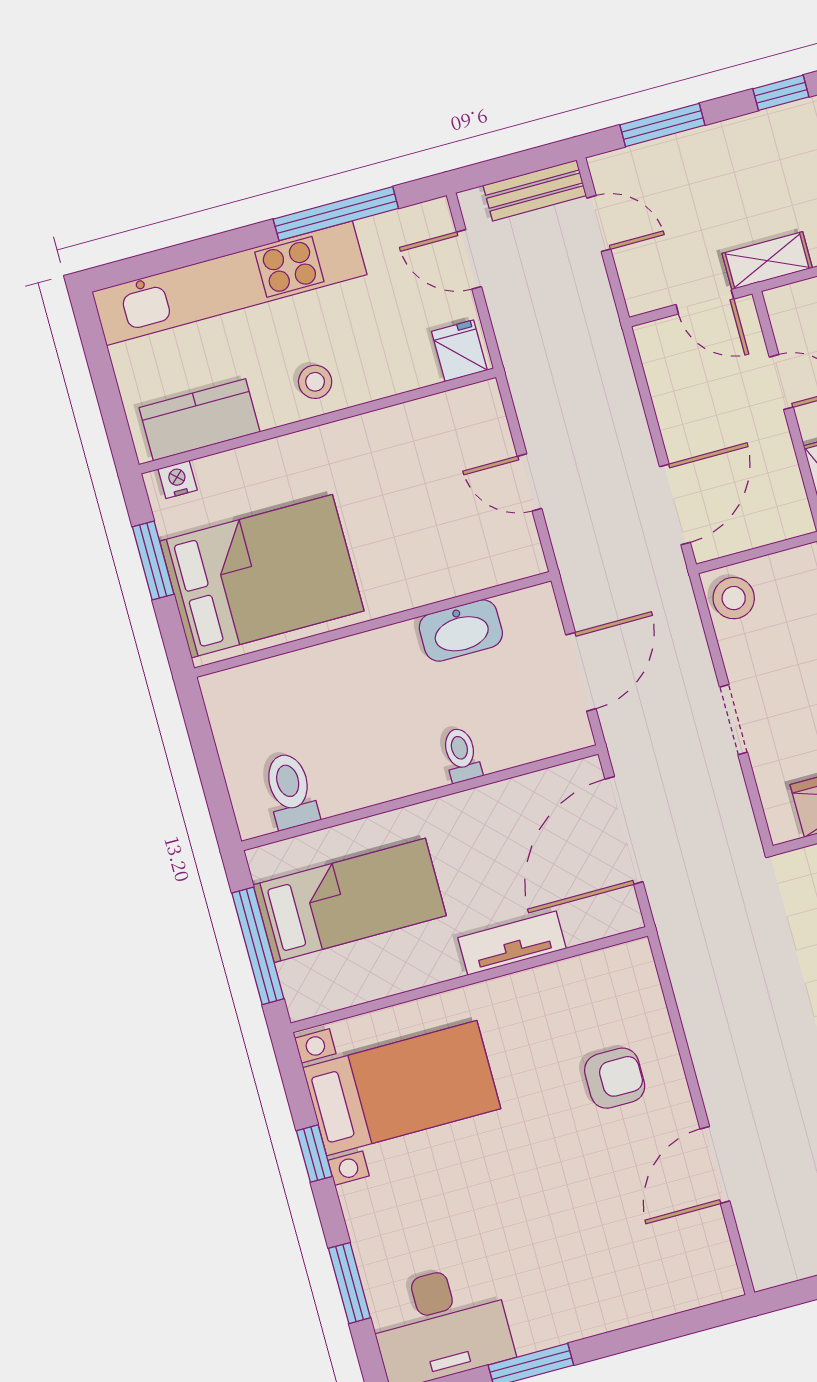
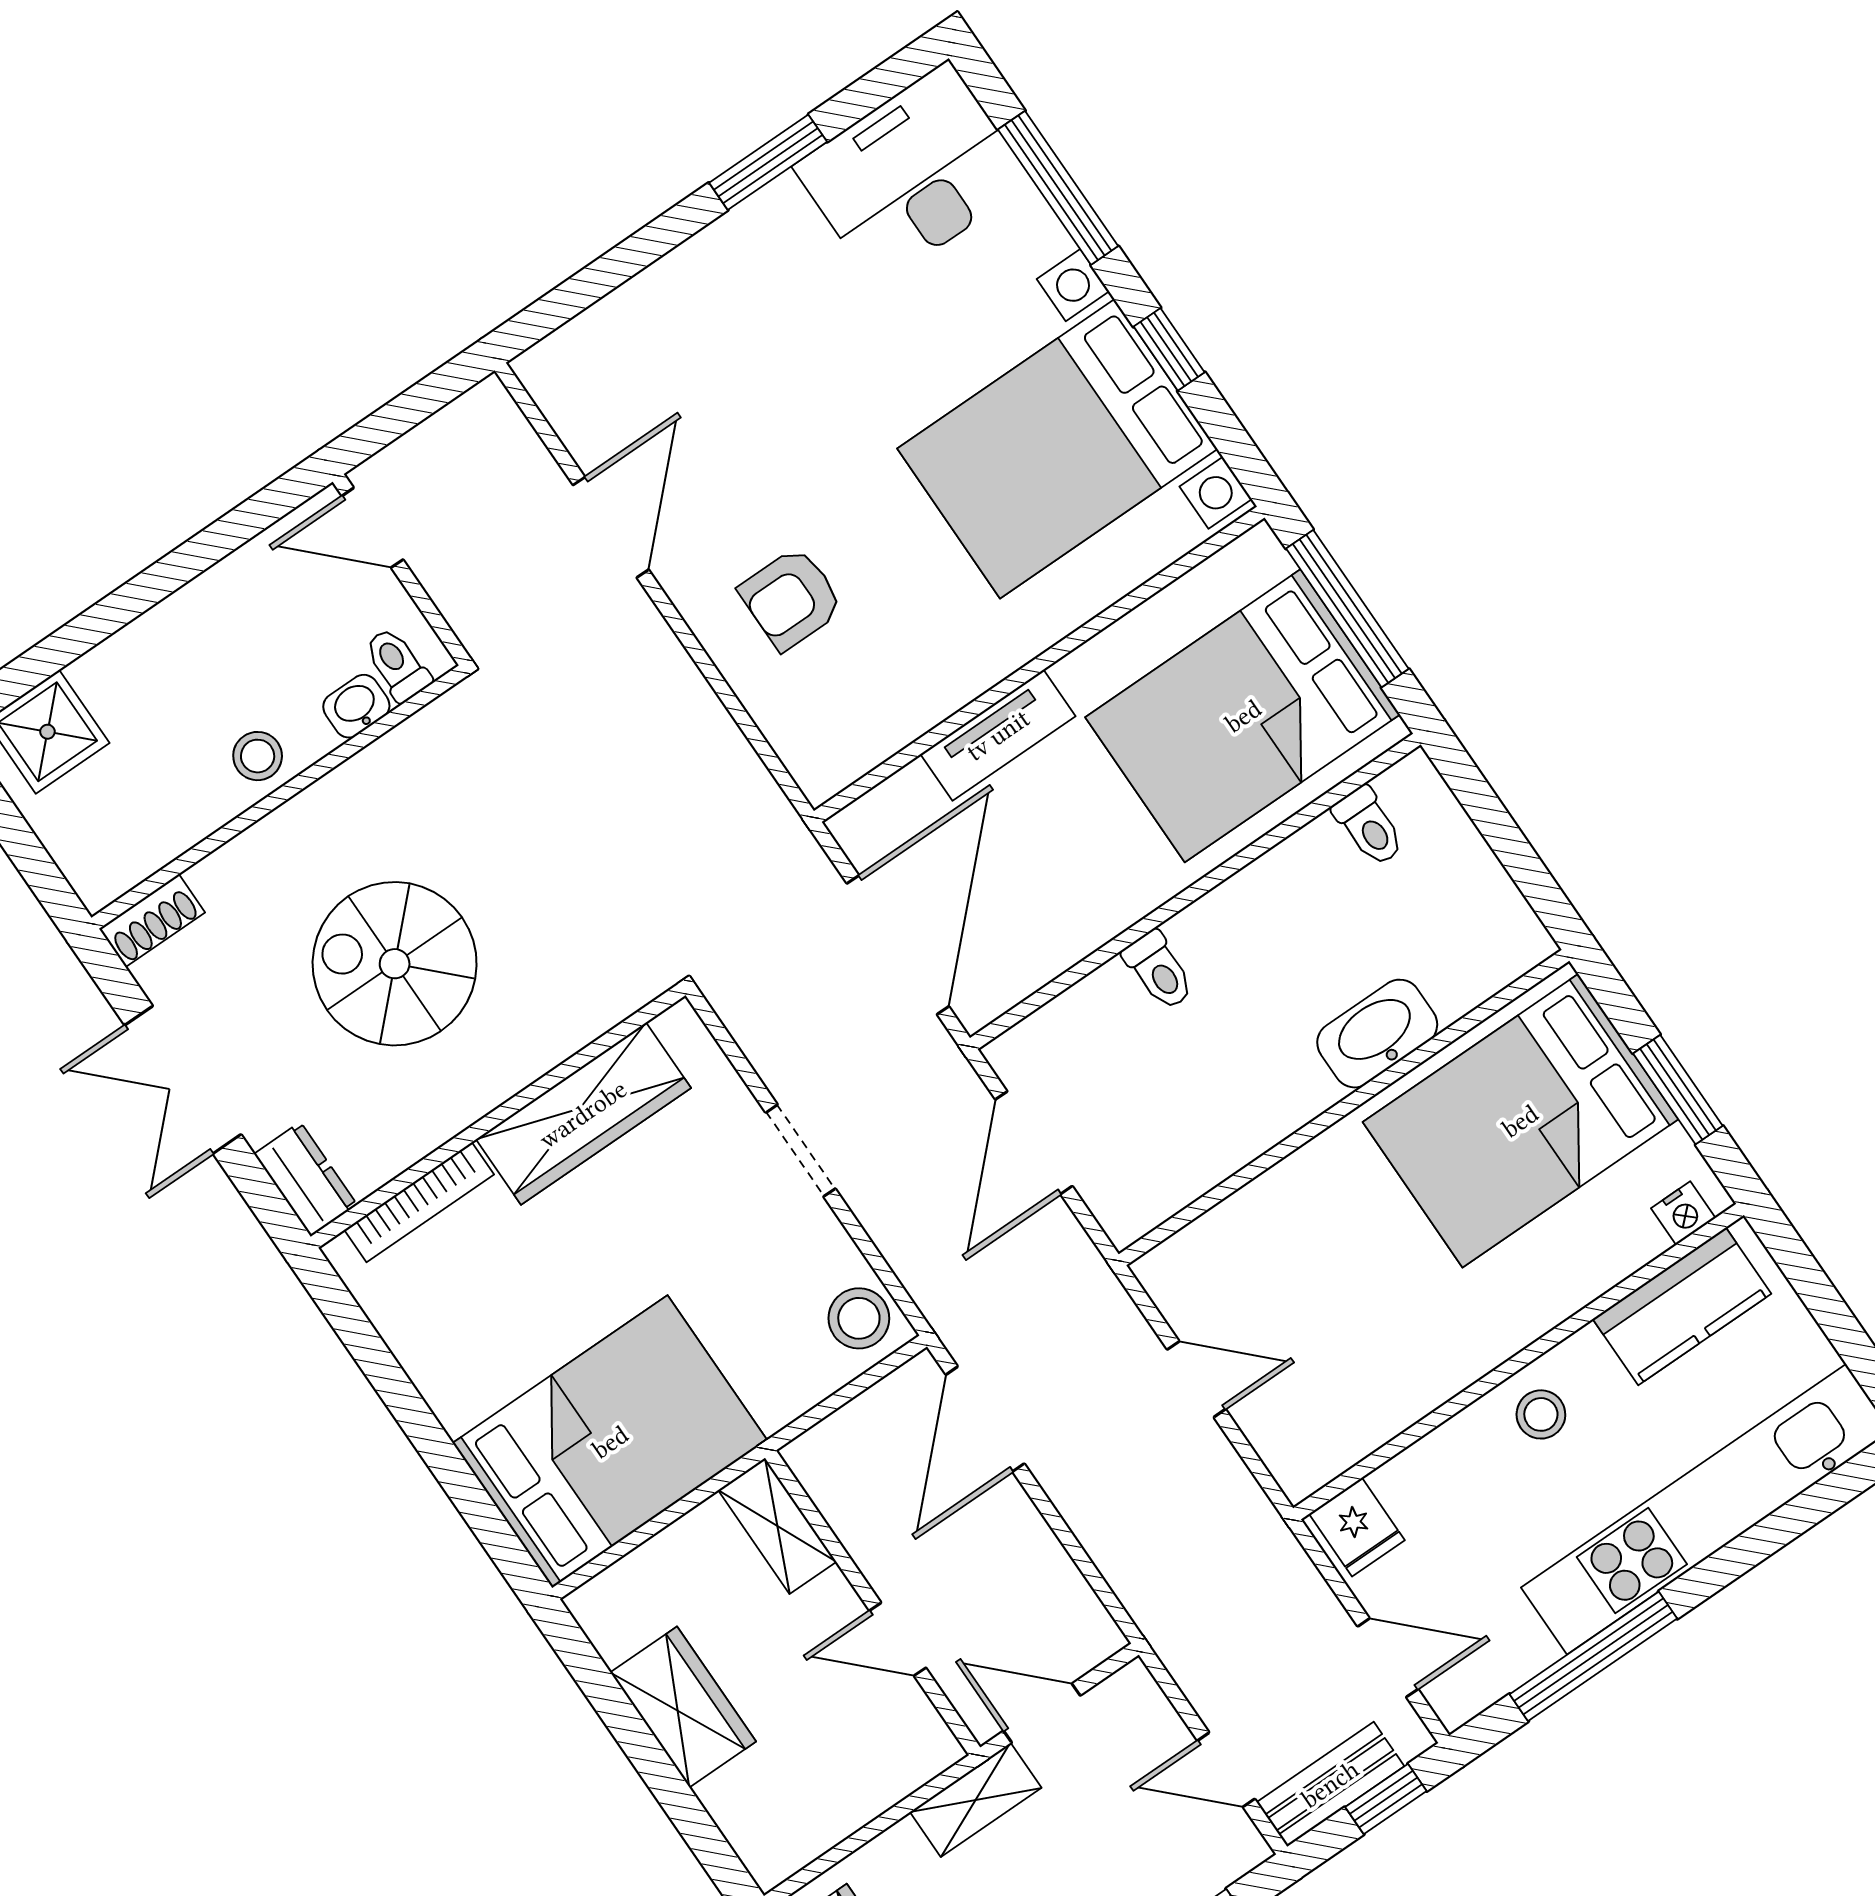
window: (502, 169) -> (1386, 1799), added
washbasin: (461, 630) -> (1377, 1034), moved
toilet: (290, 791) -> (1369, 826), width x0.73, depth x0.72
bed: (350, 900) -> (1243, 716), width x1.50
bed with nightstands: (402, 1088) -> (1057, 449), width x1.36
window: (349, 1283) -> (1058, 188), width x1.44

